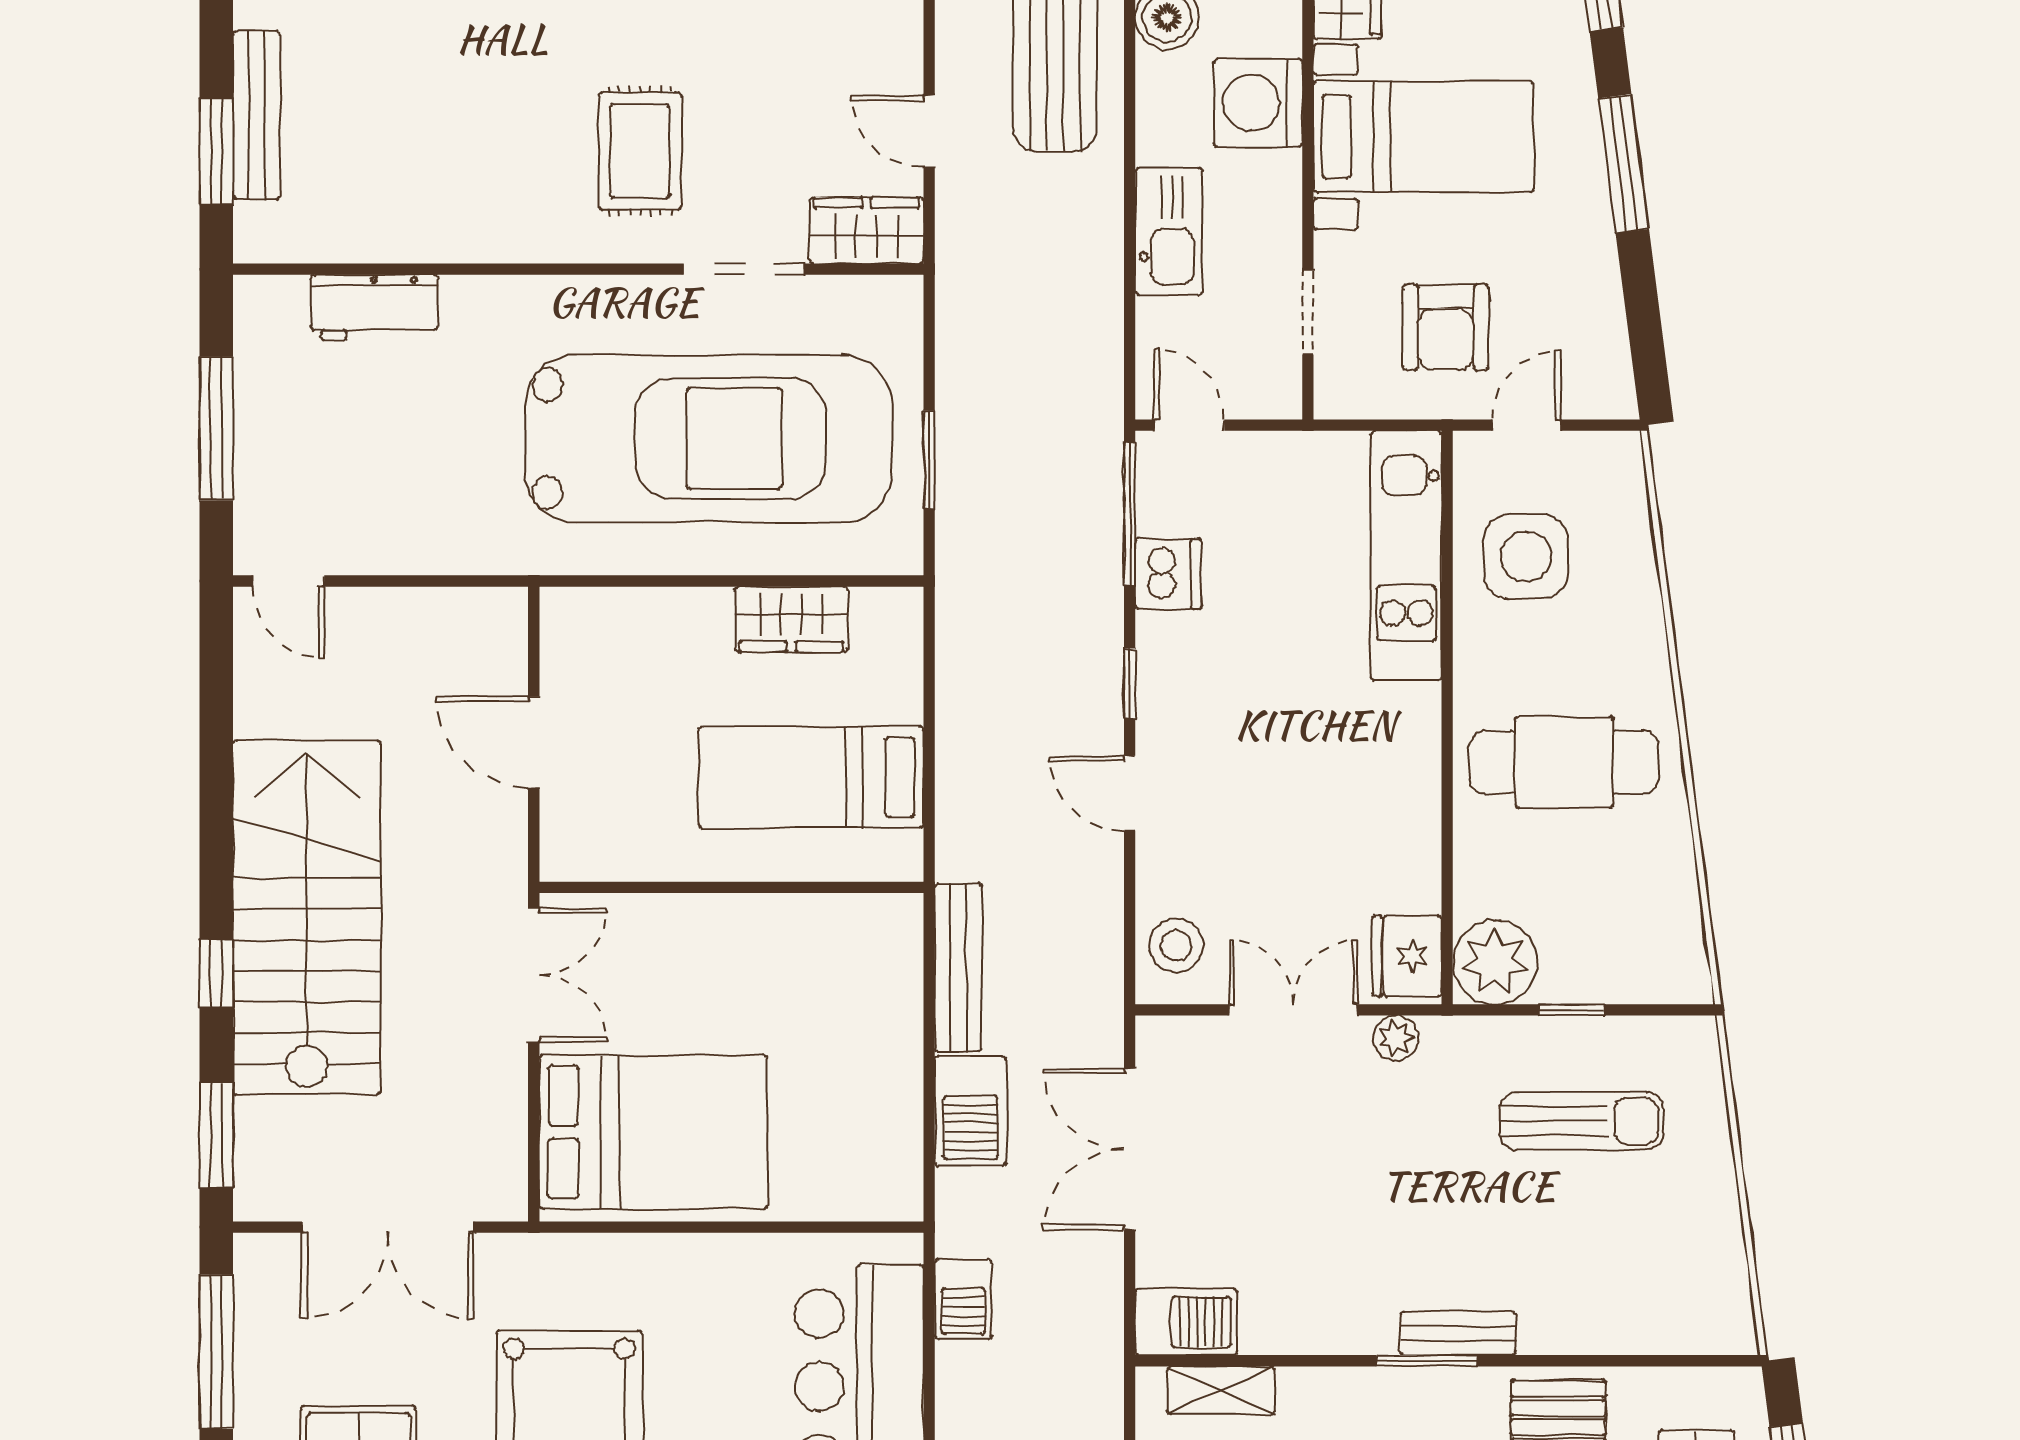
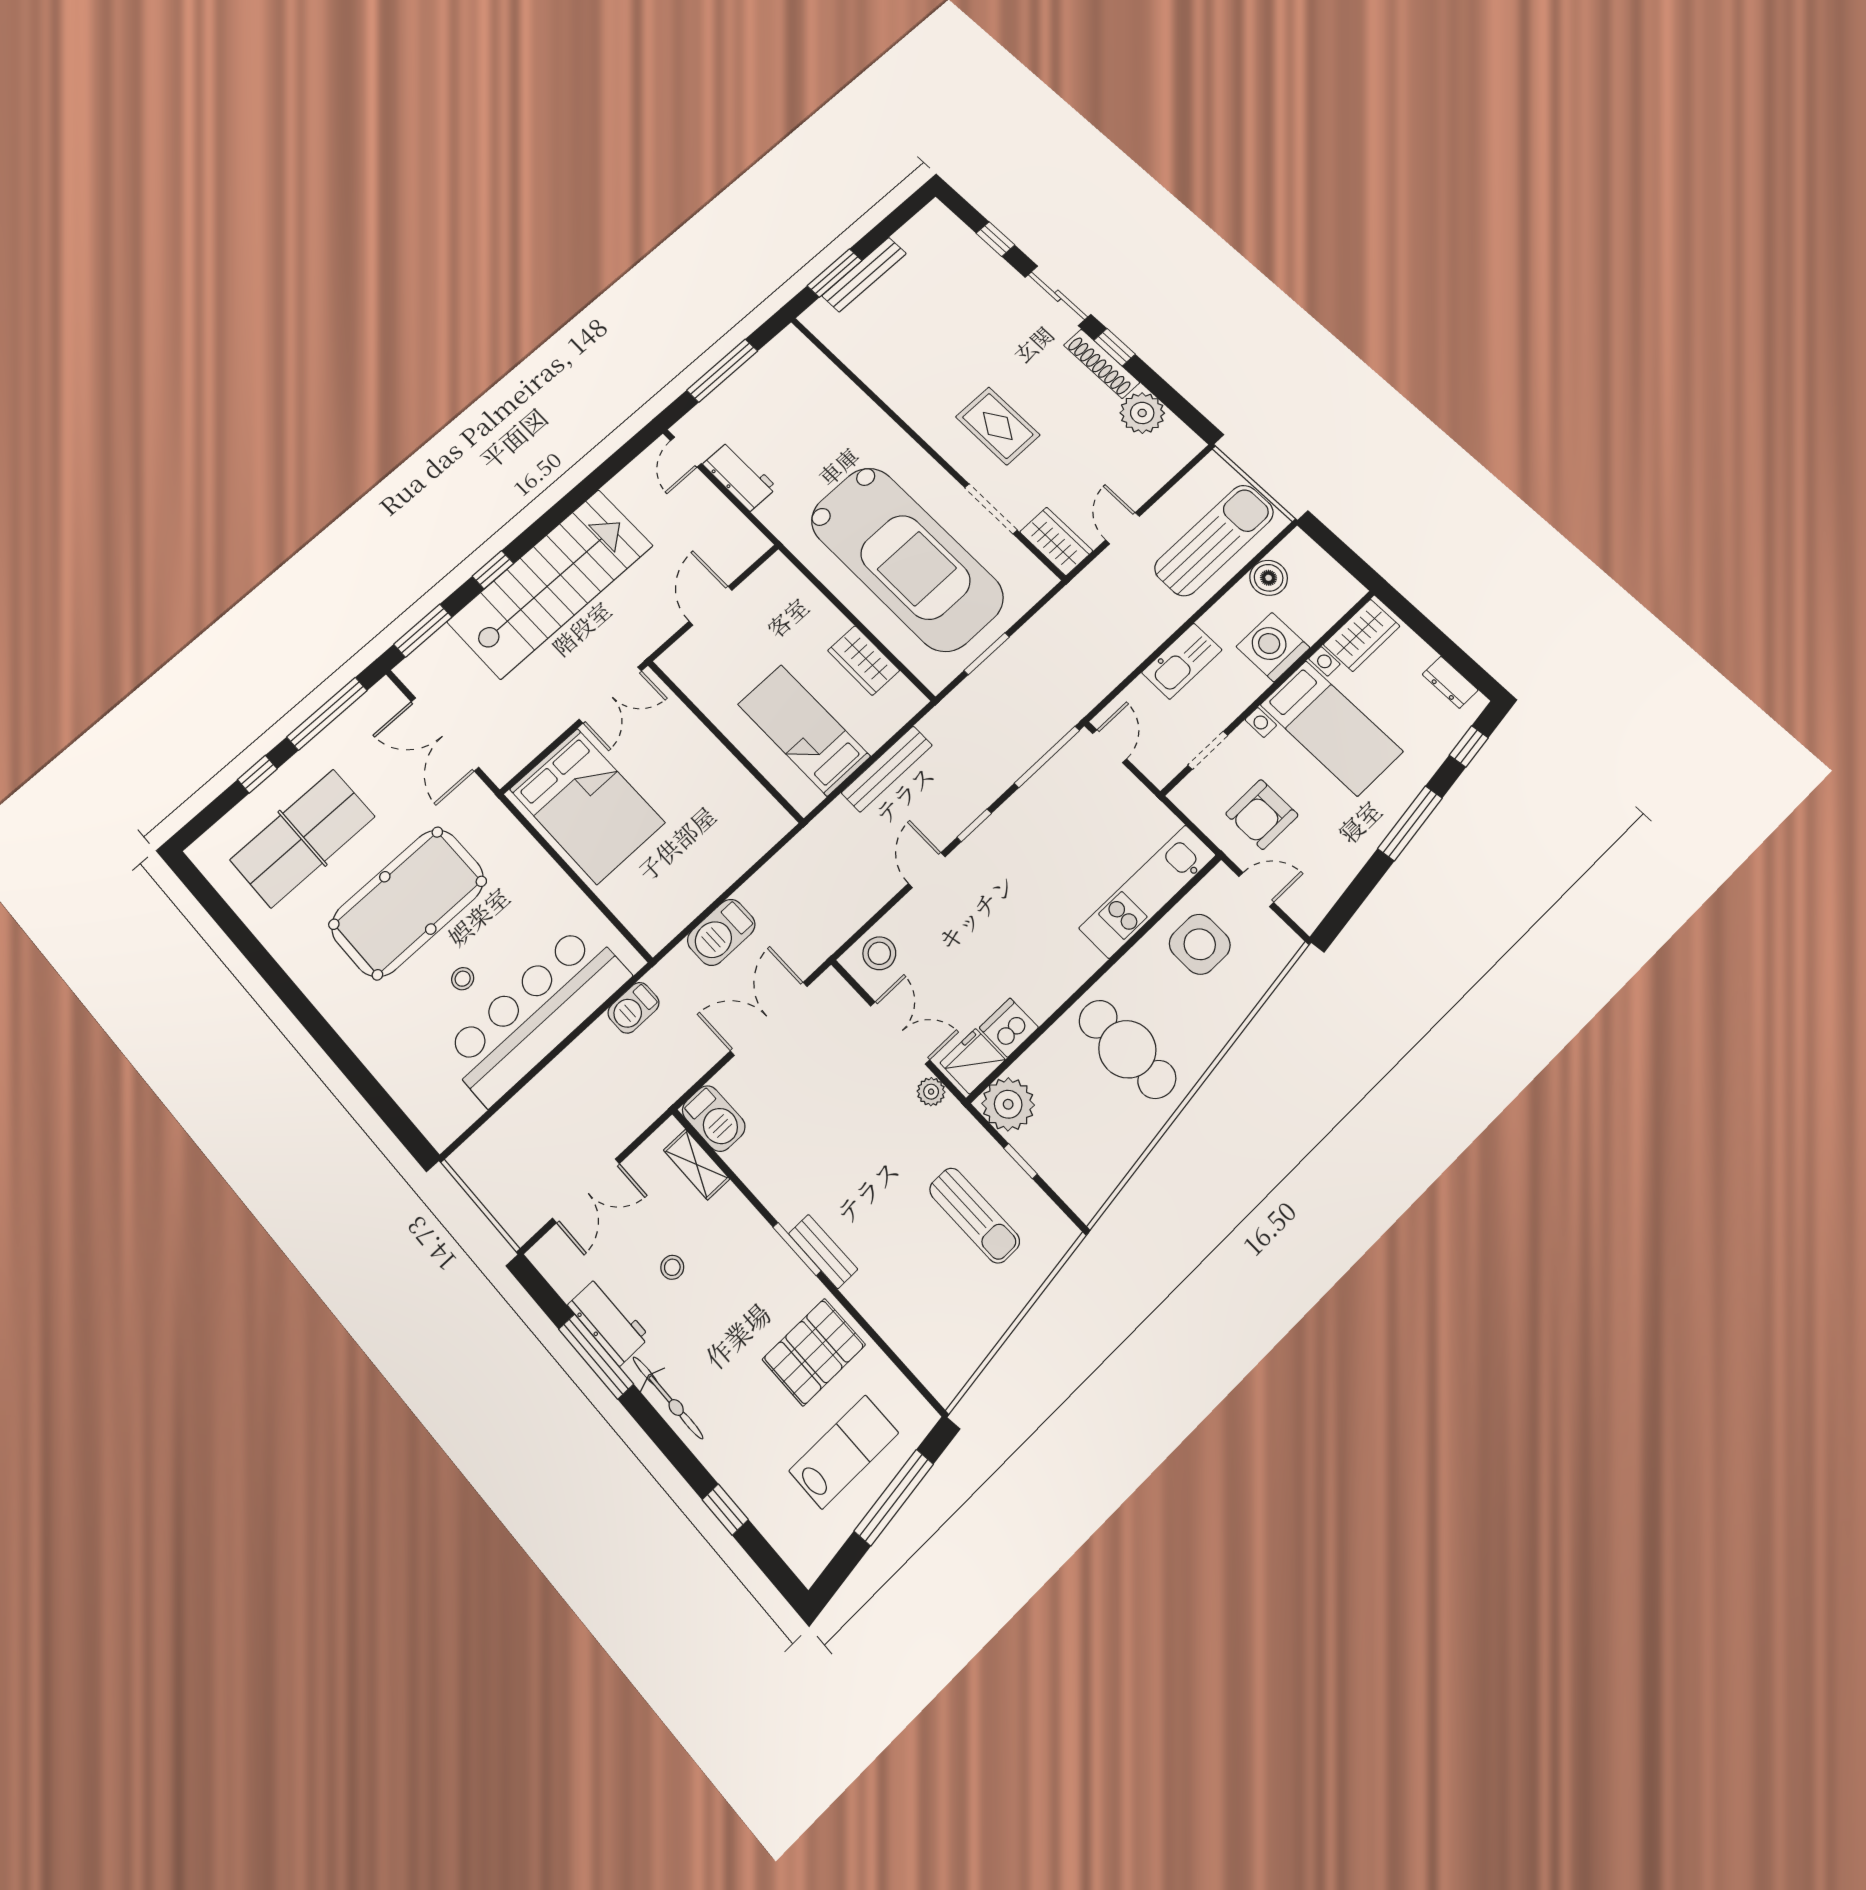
rug: (640, 151) -> (998, 426), turned 90
workbench: (375, 308) -> (740, 476), moved, turned 180
dishwasher: (1168, 574) -> (1009, 1028), moved, turned 180
bench: (958, 968) -> (887, 769), moved

